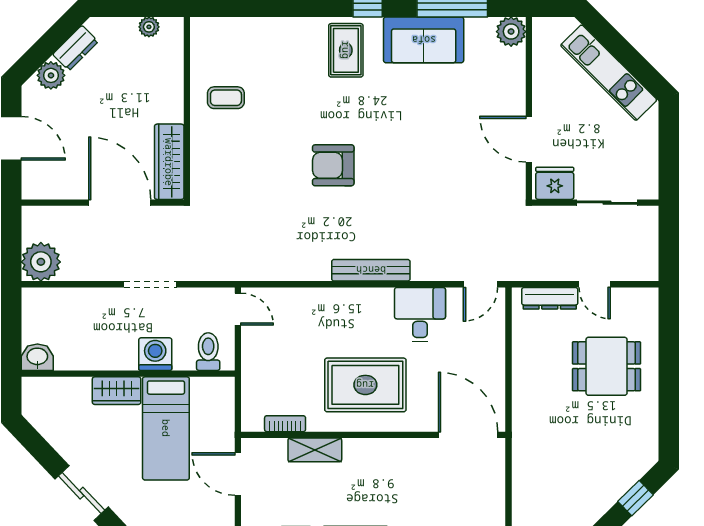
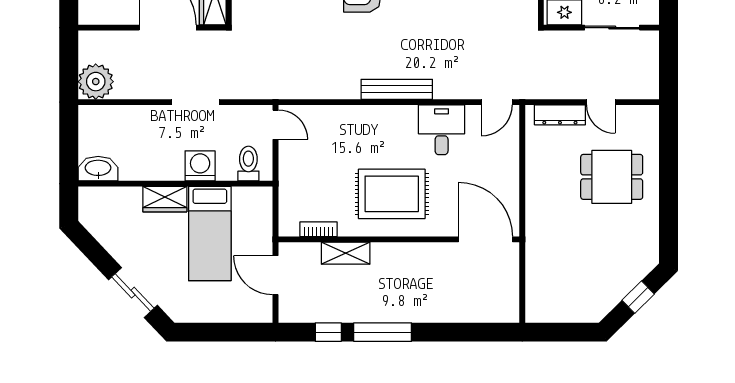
washbasin: (37, 357) -> (98, 169), width x1.38

